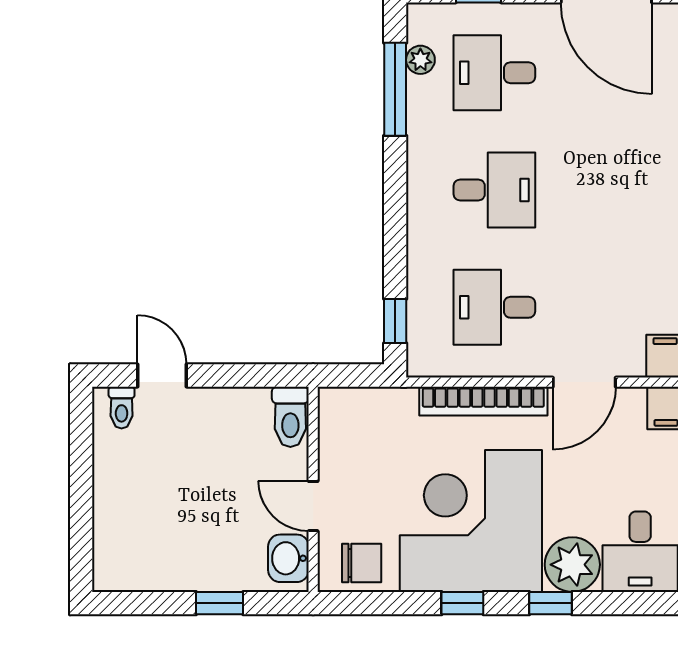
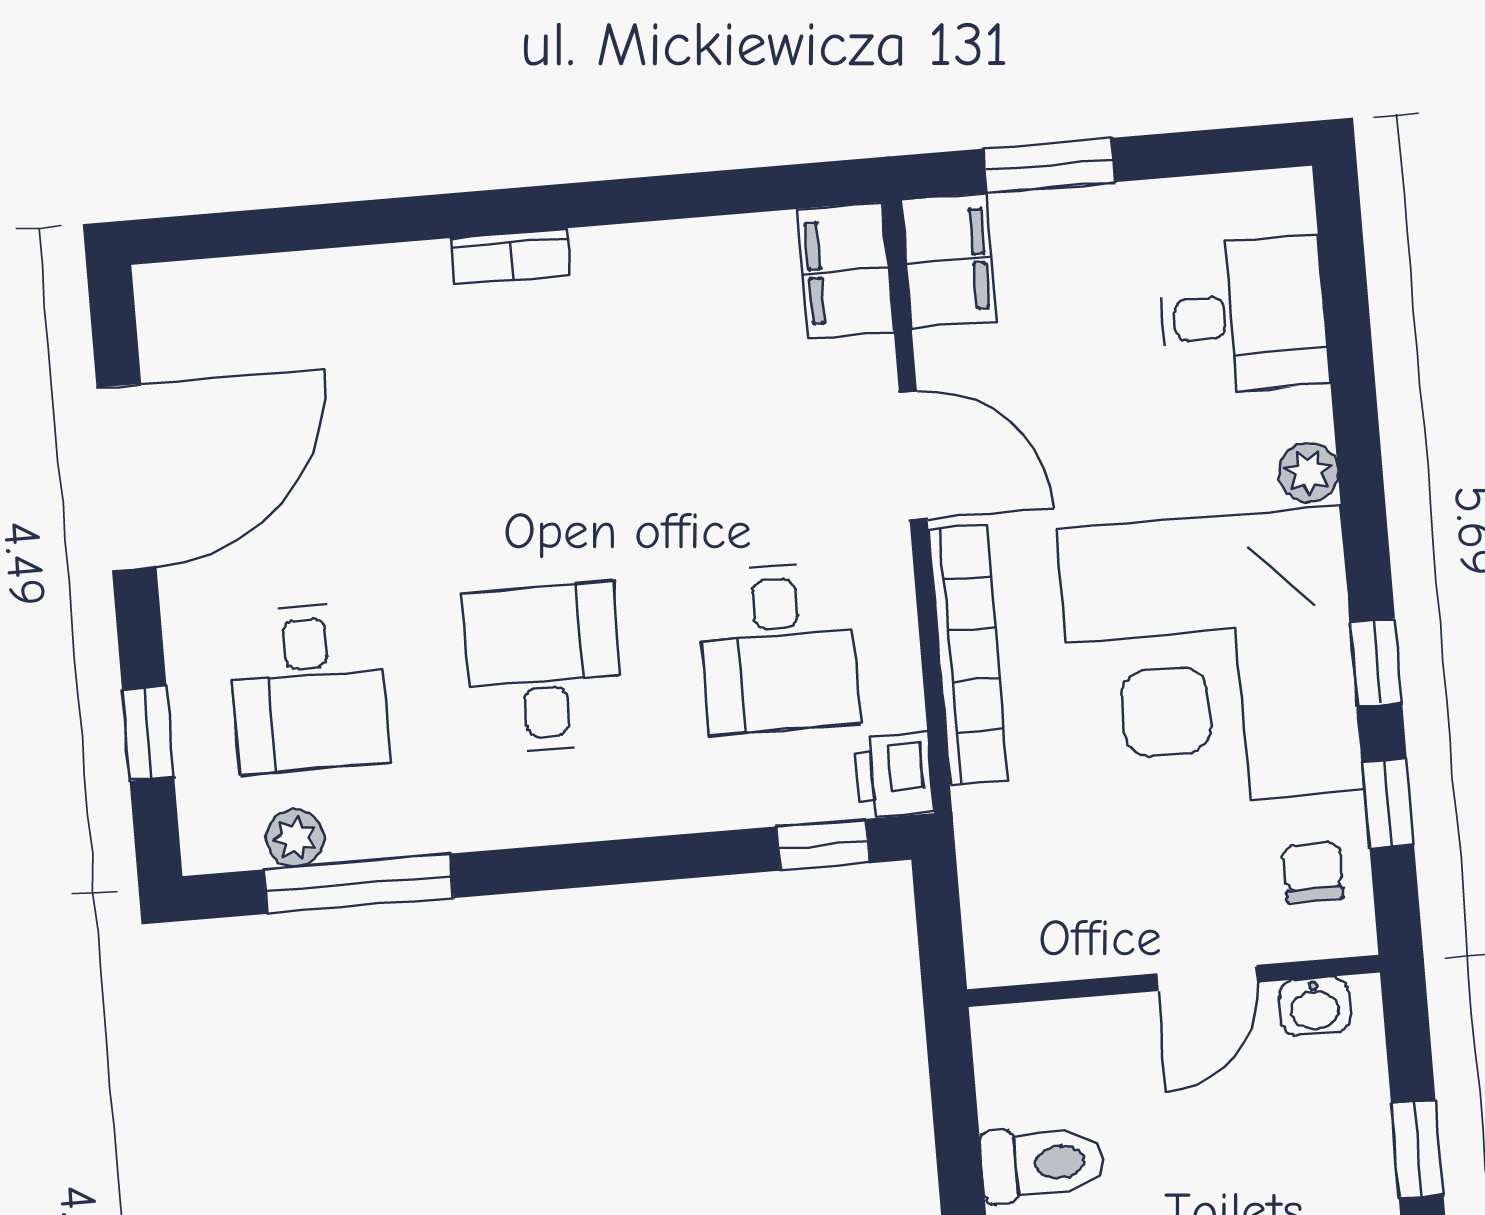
printer: (427, 359) -> (894, 775), added
toilet: (290, 417) -> (1043, 1163), moved
washbasin: (288, 558) -> (1315, 1006), width x0.72, depth x0.69
chair: (362, 563) -> (1313, 871), width x0.73, depth x0.73
plant: (572, 565) -> (1308, 472), width x0.53, depth x0.53
window: (551, 603) -> (1388, 803), moved

